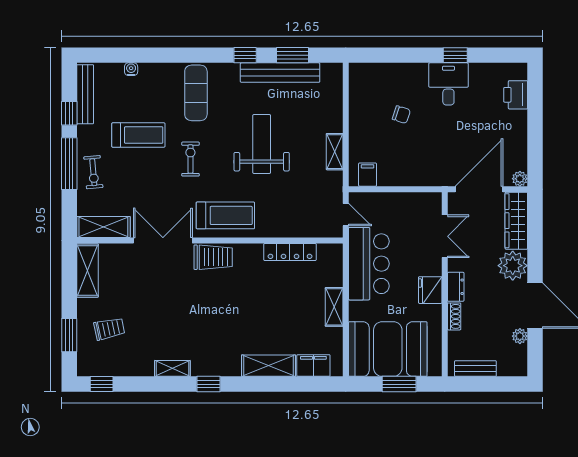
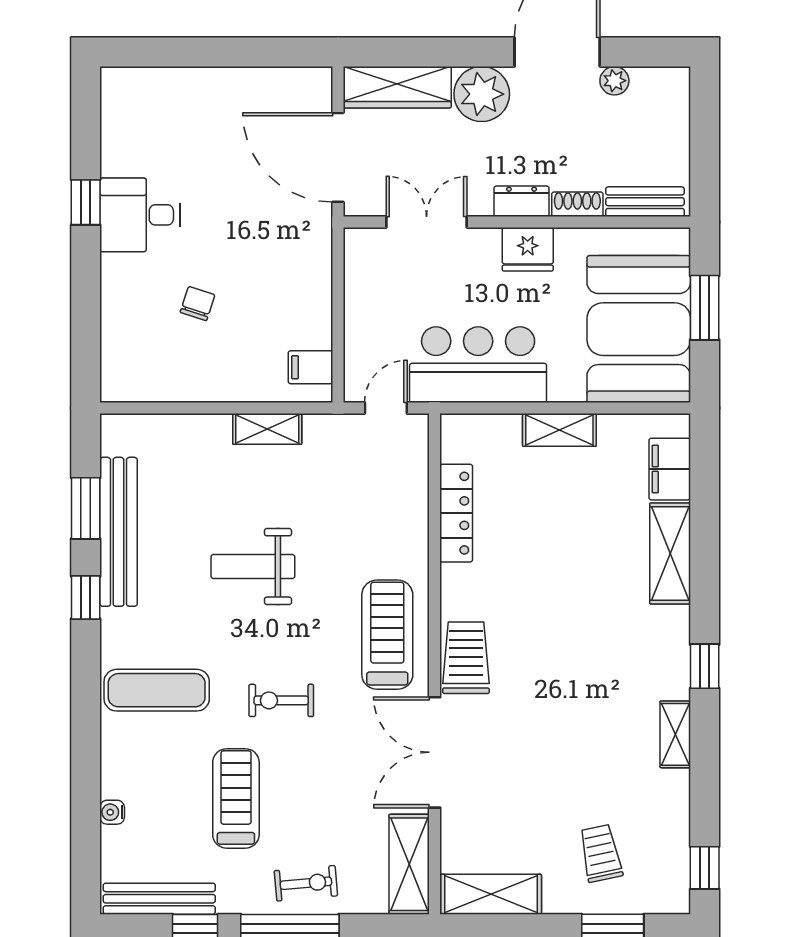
printer: (516, 95) -> (160, 89), removed
weight bench: (262, 144) -> (253, 566), width x0.73, depth x0.75
plant: (520, 179) -> (318, 81), removed
bench: (475, 369) -> (645, 202), moved, turned 90

